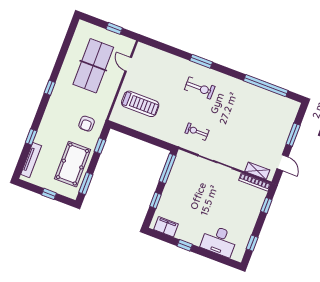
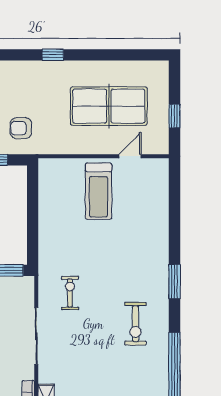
window: (201, 61) -> (174, 282), moved
exercise bike: (200, 88) -> (135, 324), moved
treadmill: (140, 104) -> (99, 191), moved

